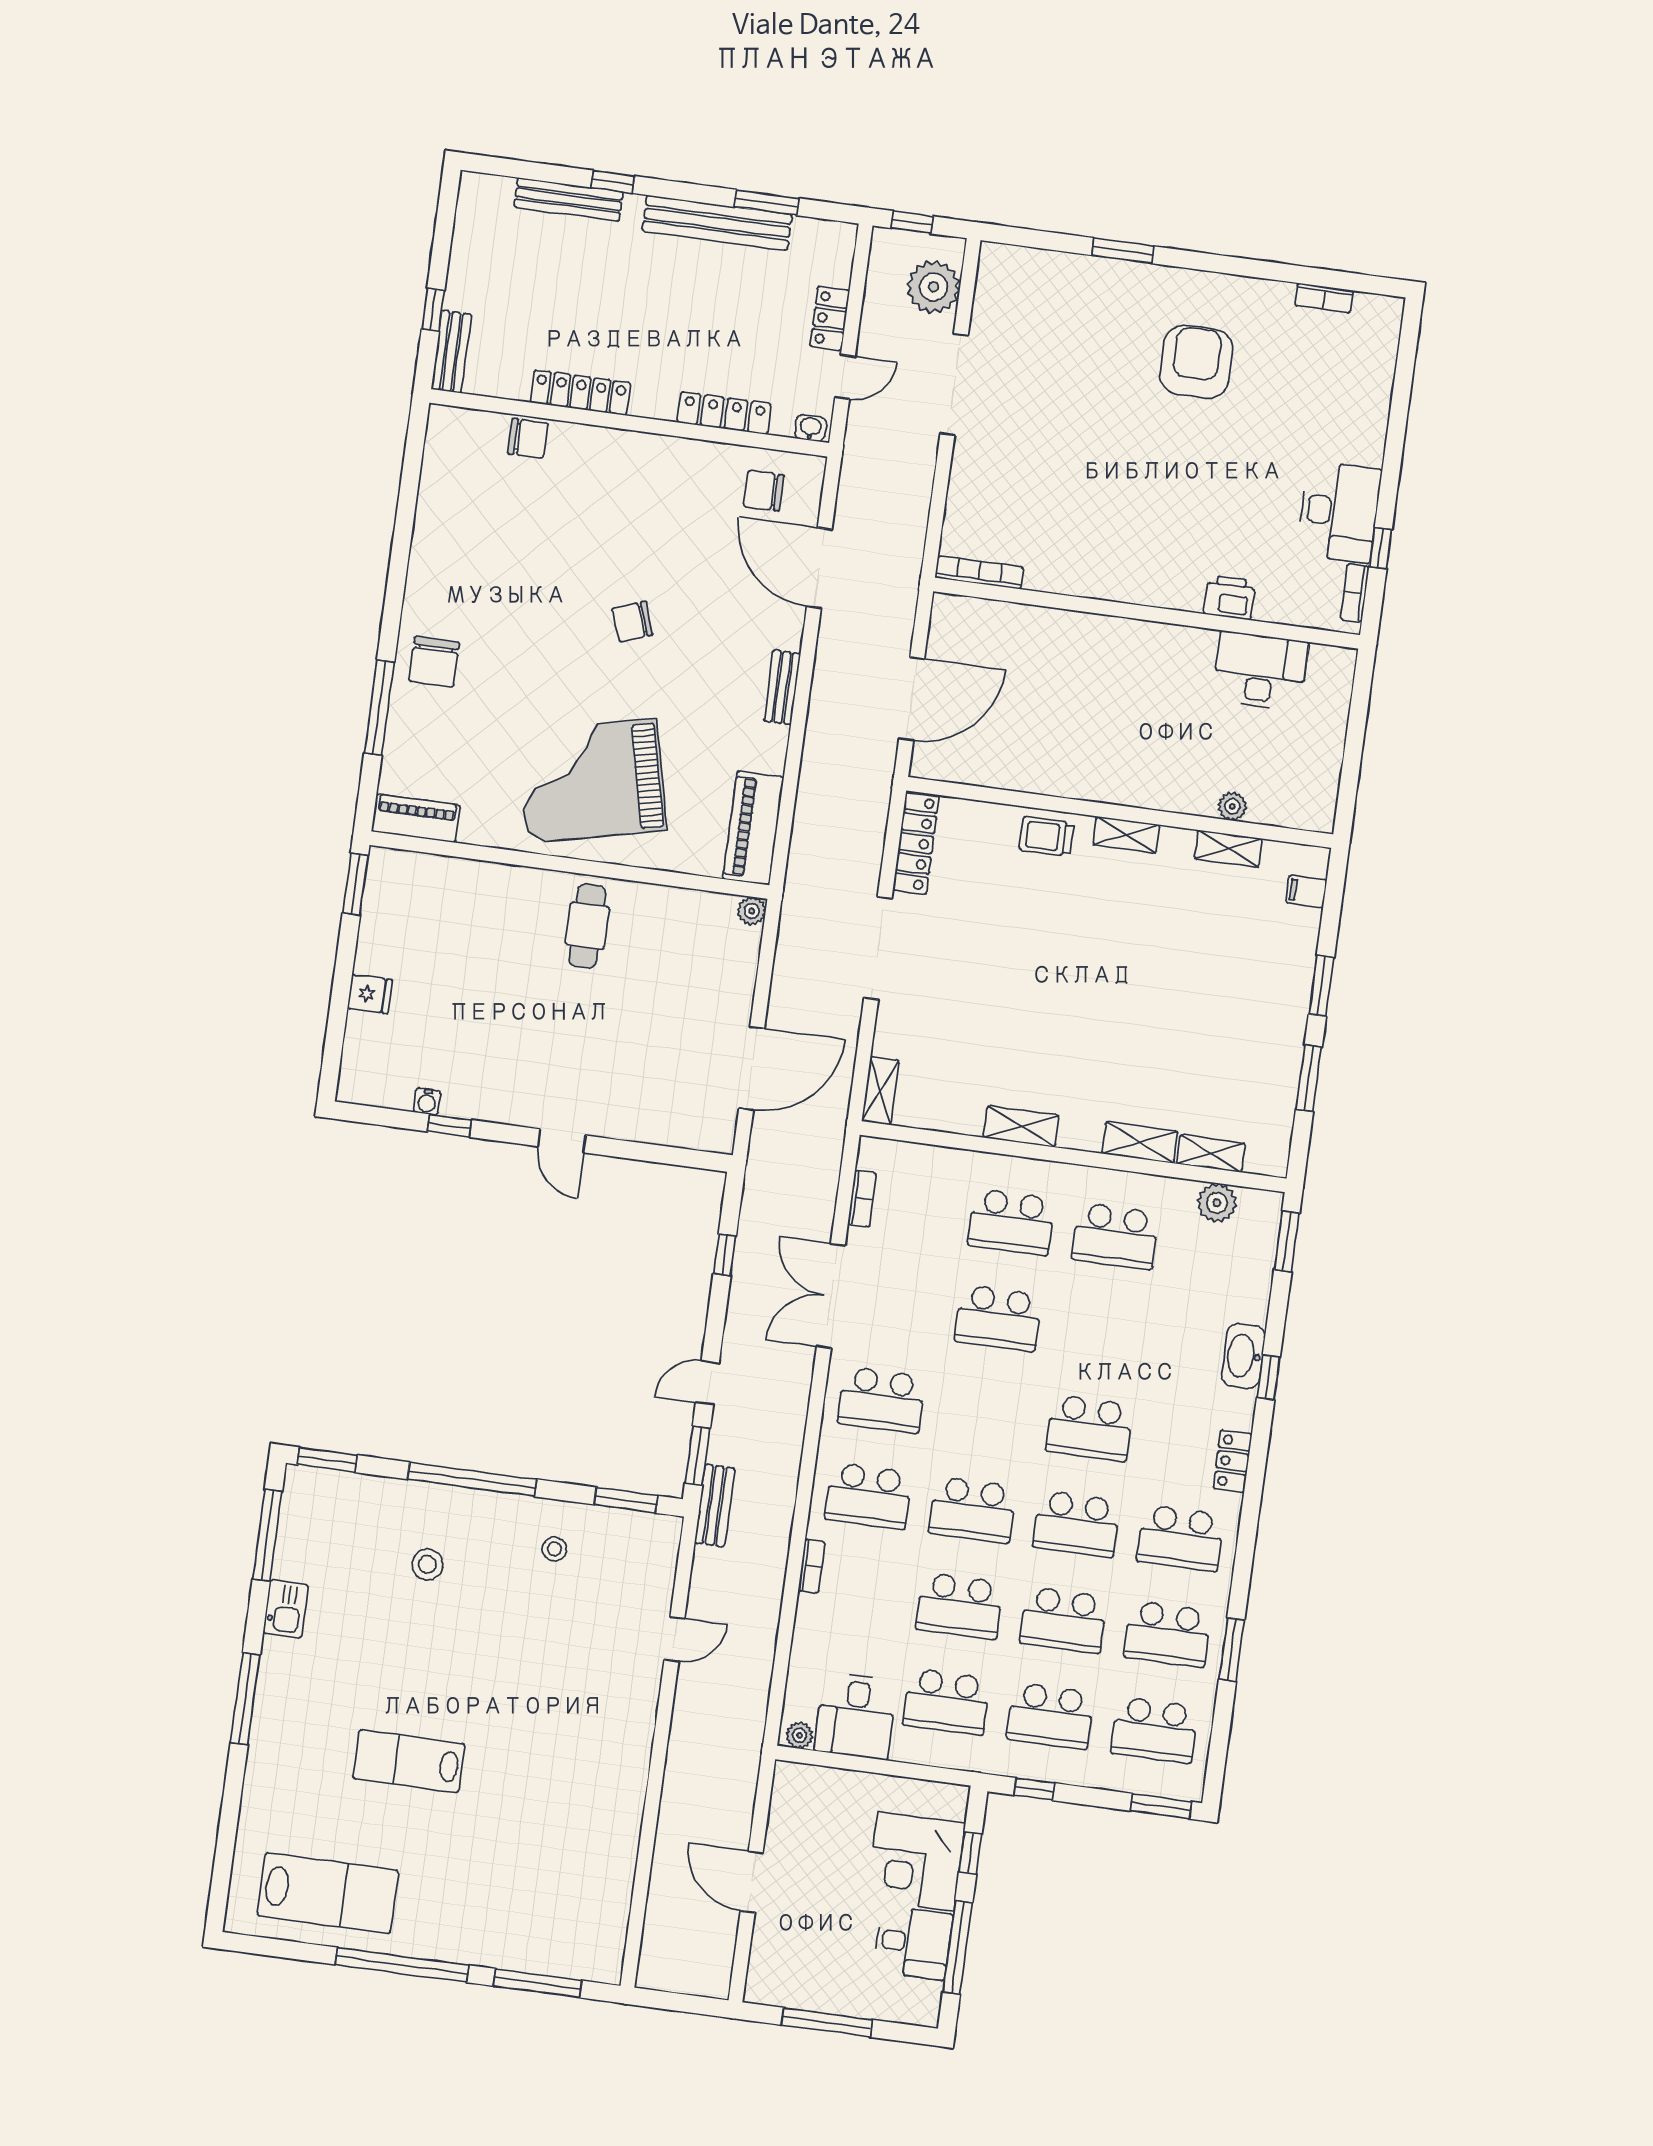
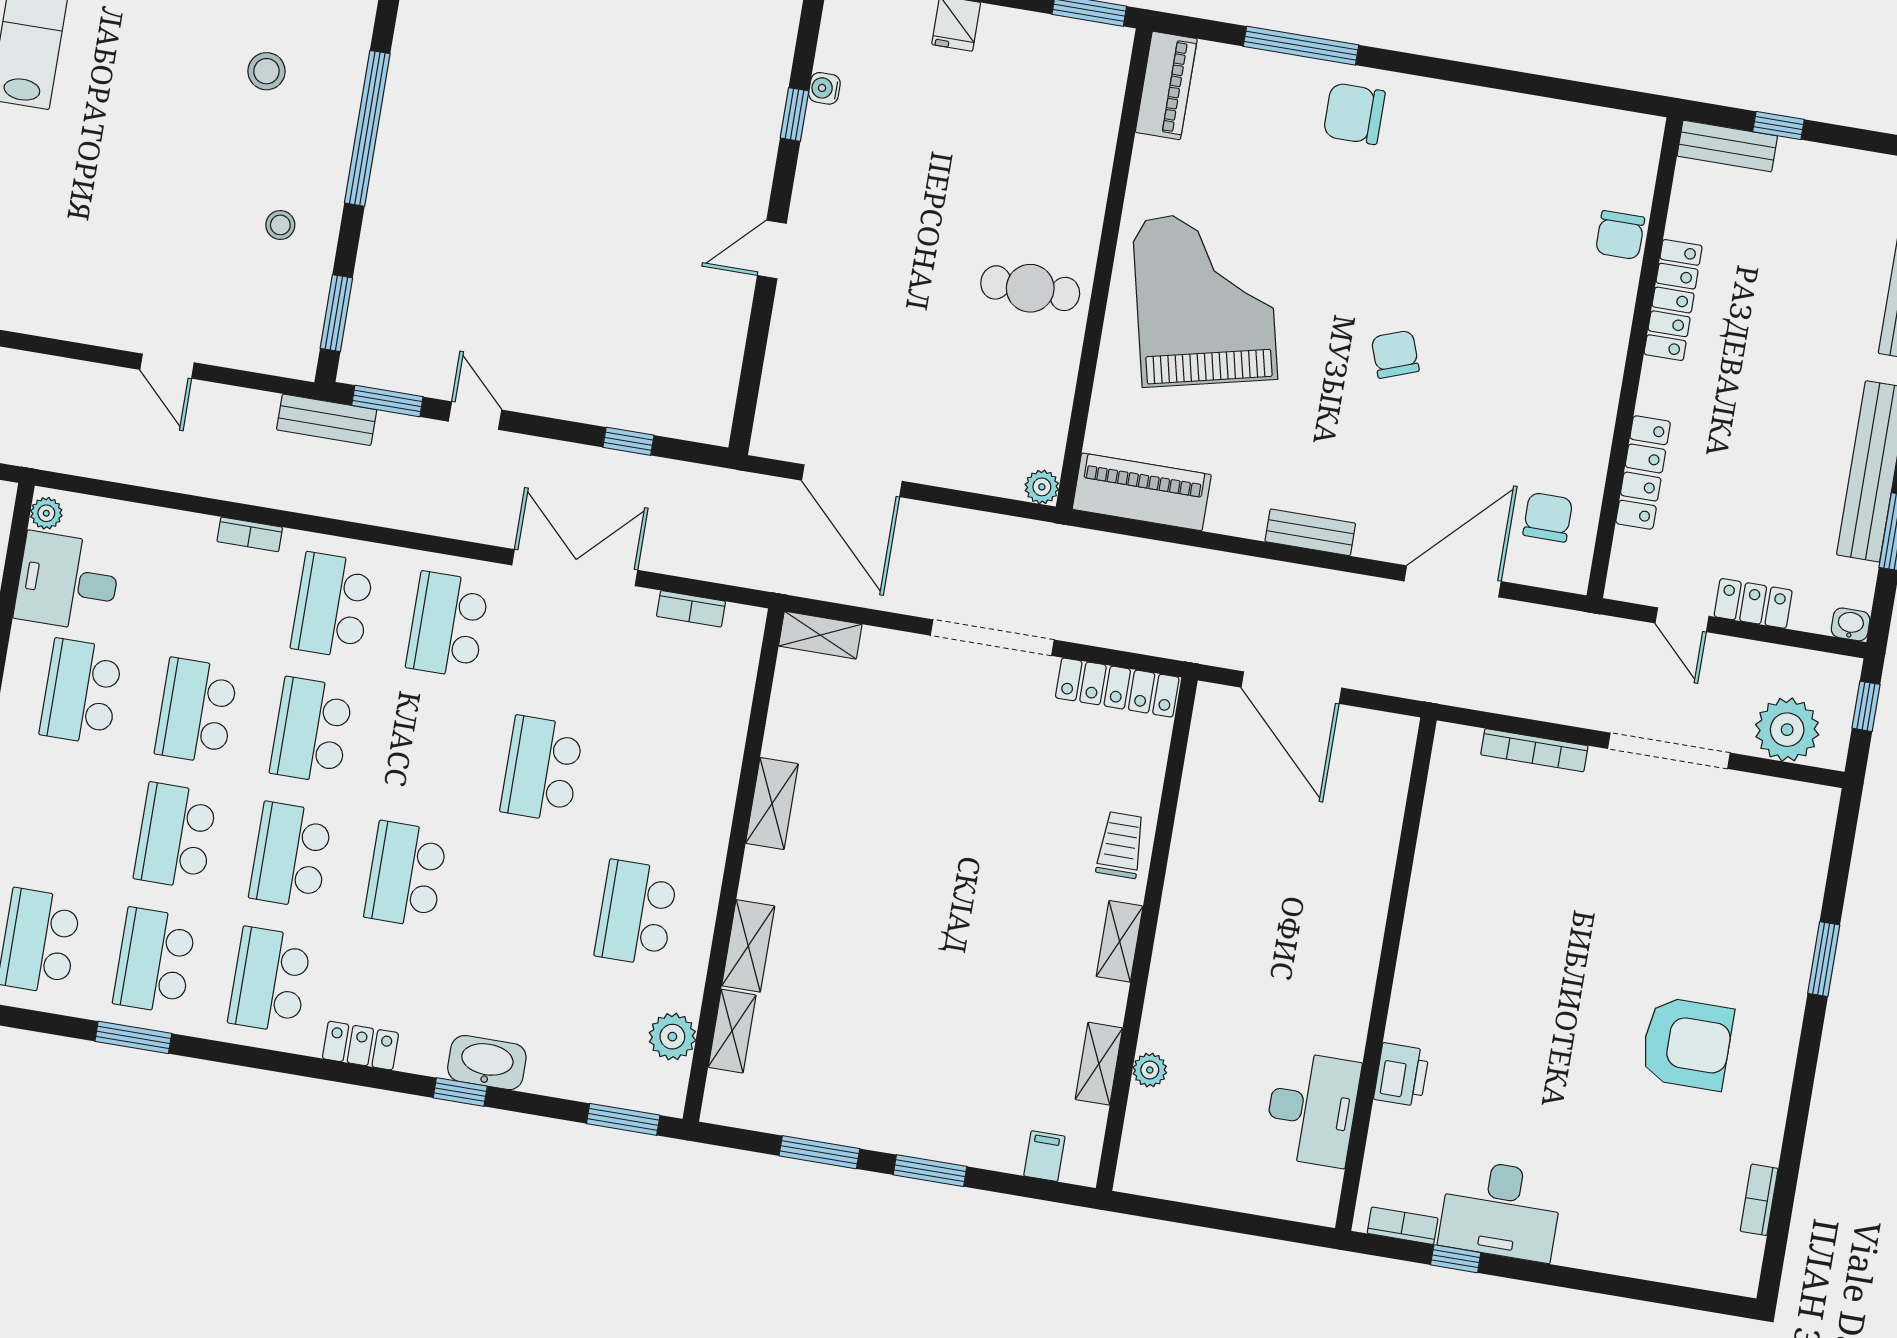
washbasin: (810, 428) -> (1851, 624), moved, turned -90
bookcase: (979, 572) -> (1534, 750), moved, turned 90
school desk: (1011, 1222) -> (657, 788), removed
school desk: (1050, 1716) -> (60, 816), removed

